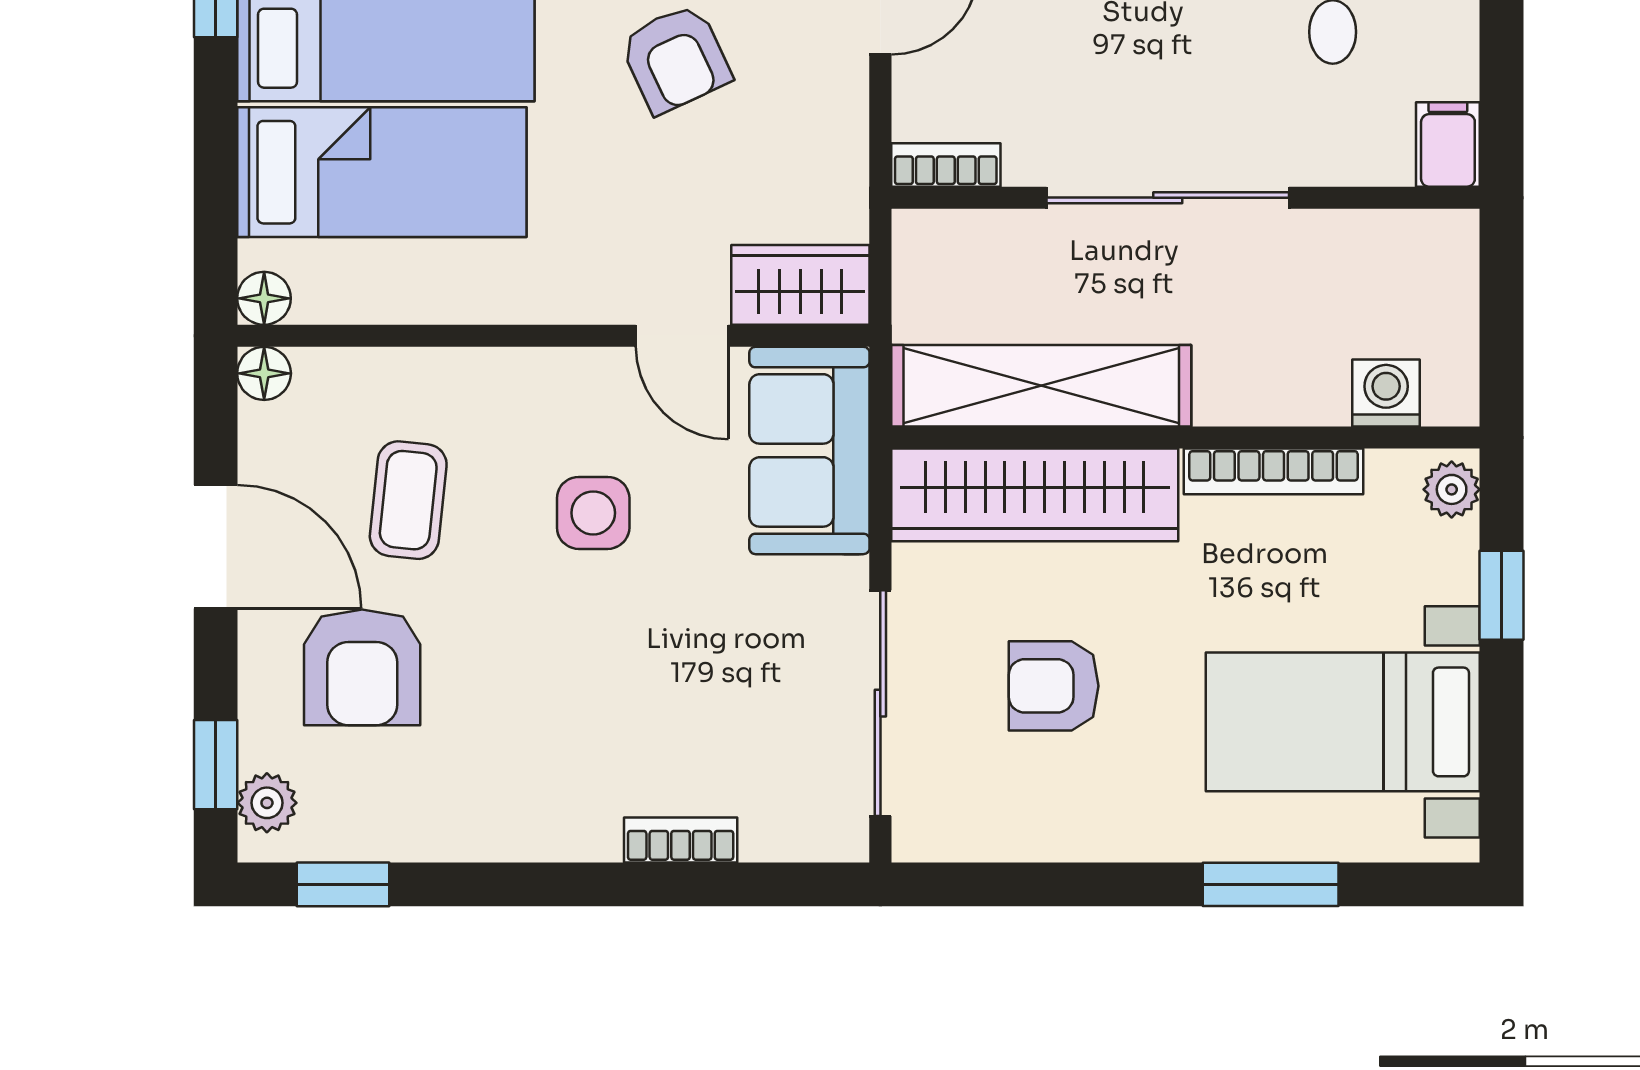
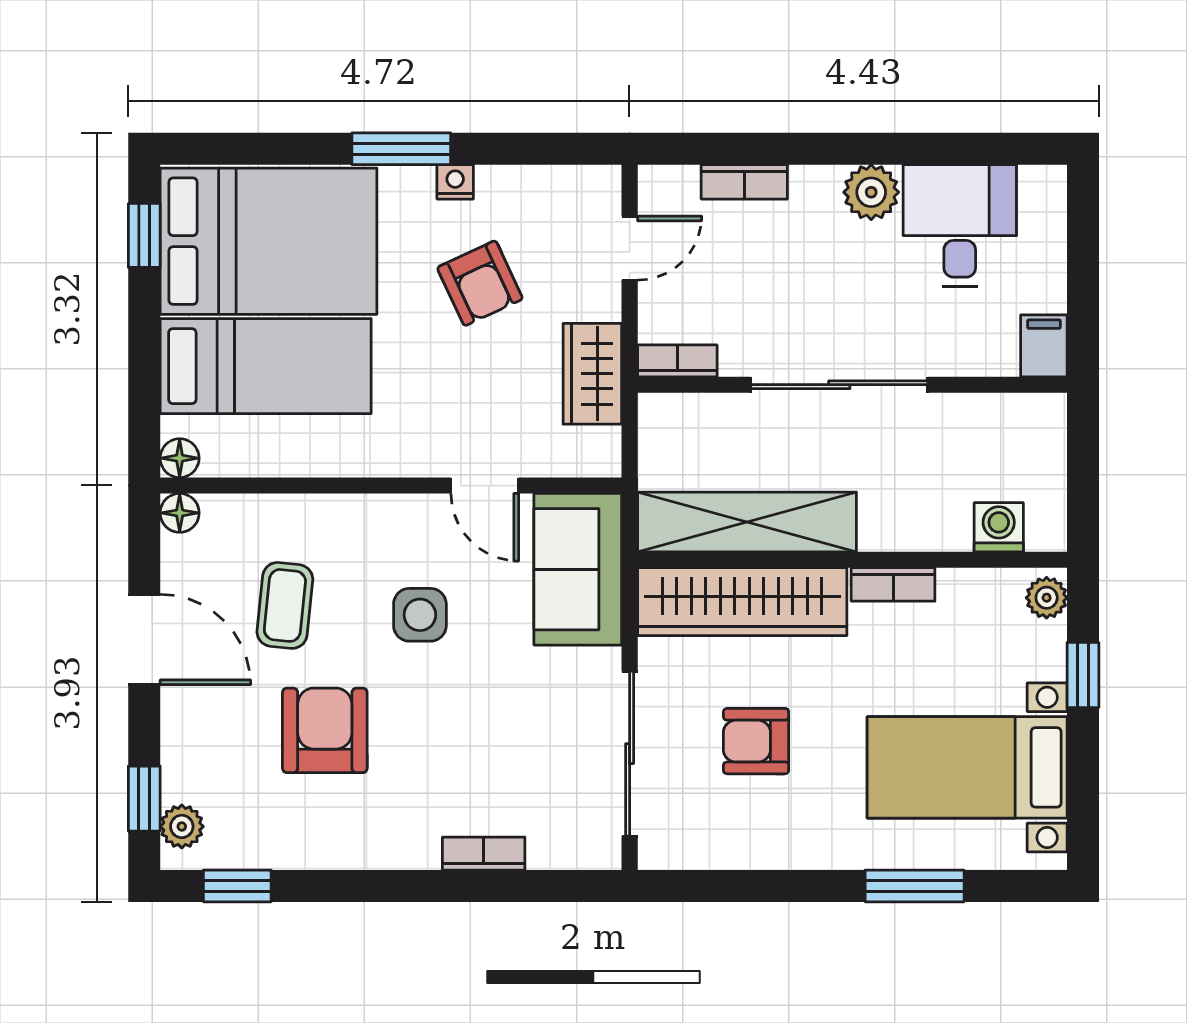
wardrobe: (800, 285) -> (592, 374), moved, turned -90
bookcase: (1274, 471) -> (893, 584), width x0.64
armchair: (362, 667) -> (325, 730), moved, turned 180

